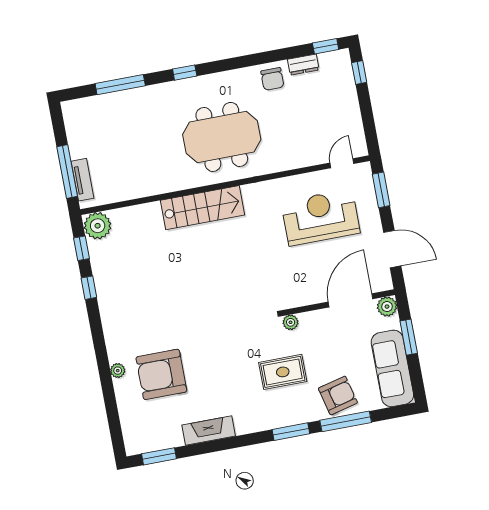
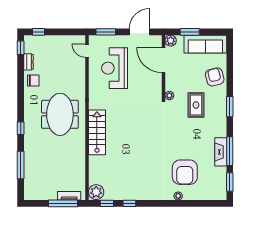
window: (346, 421) -> (230, 151), moved

